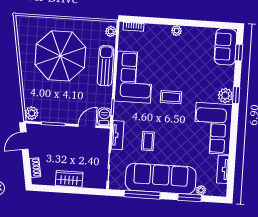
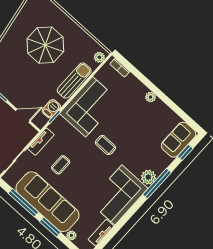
parasol: (60, 56) -> (45, 45), width x0.73, depth x0.73
window: (236, 95) -> (157, 184), width x2.17
barbecue: (104, 117) -> (51, 109), moved
window: (190, 198) -> (50, 227), moved

